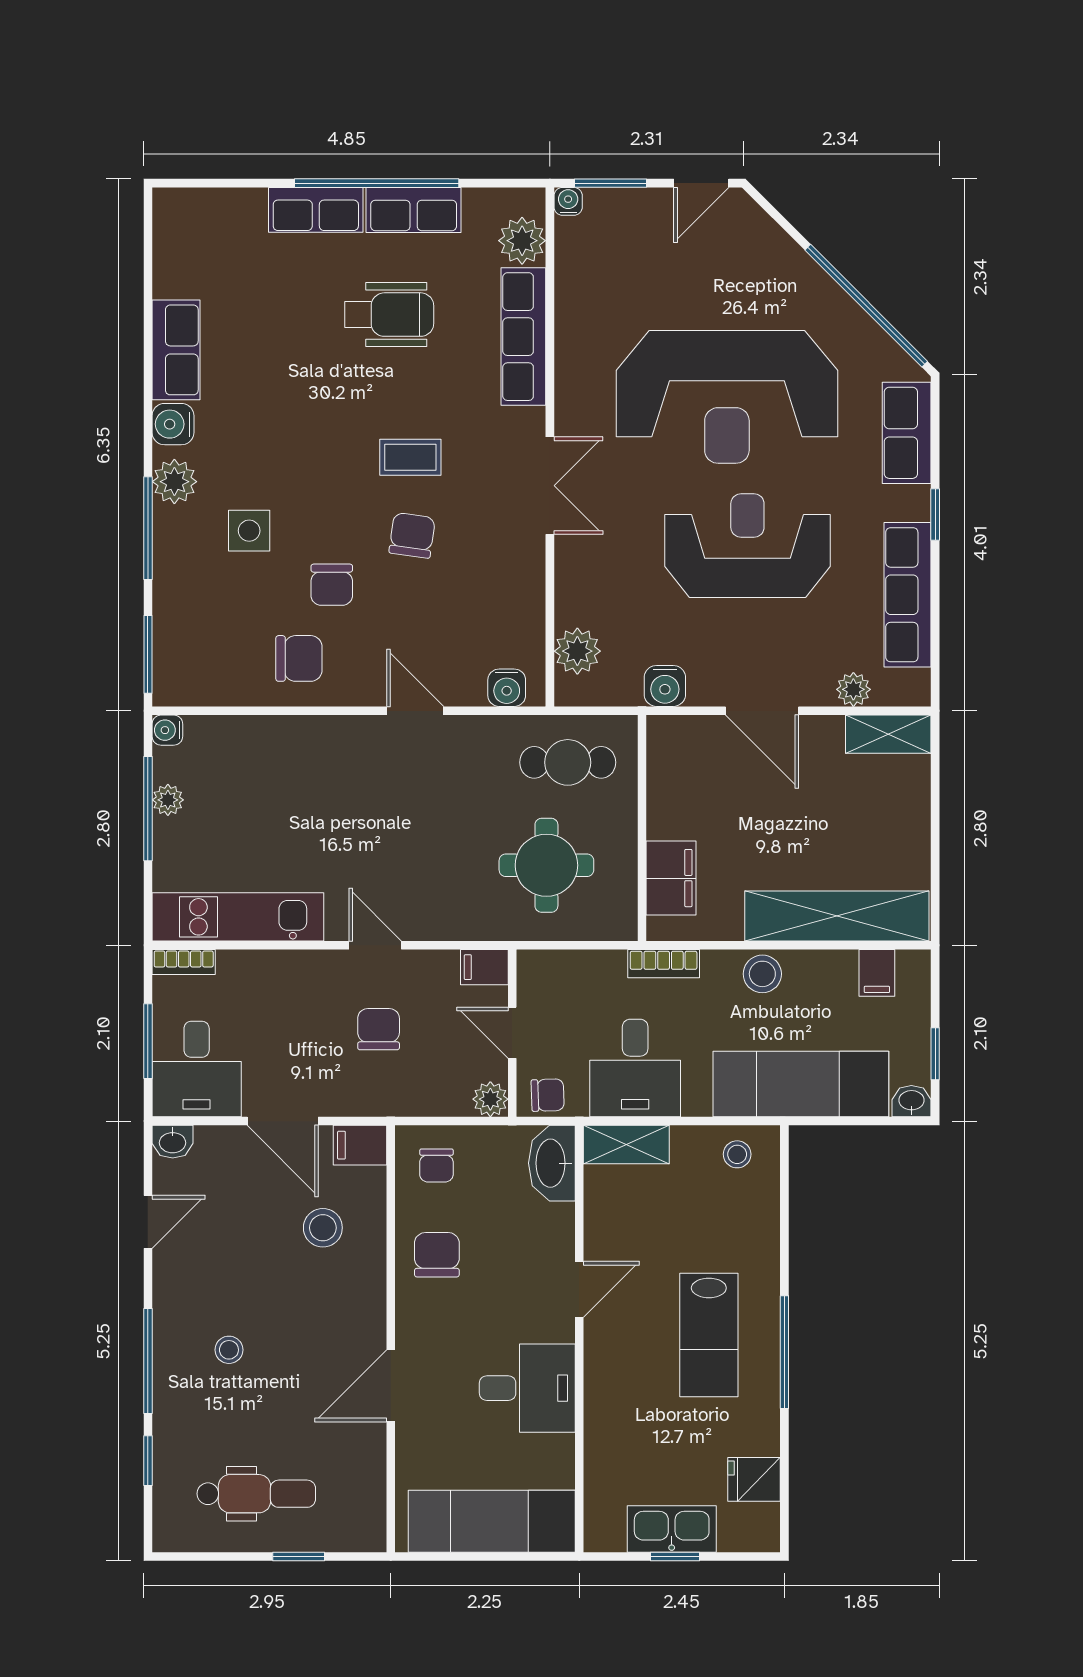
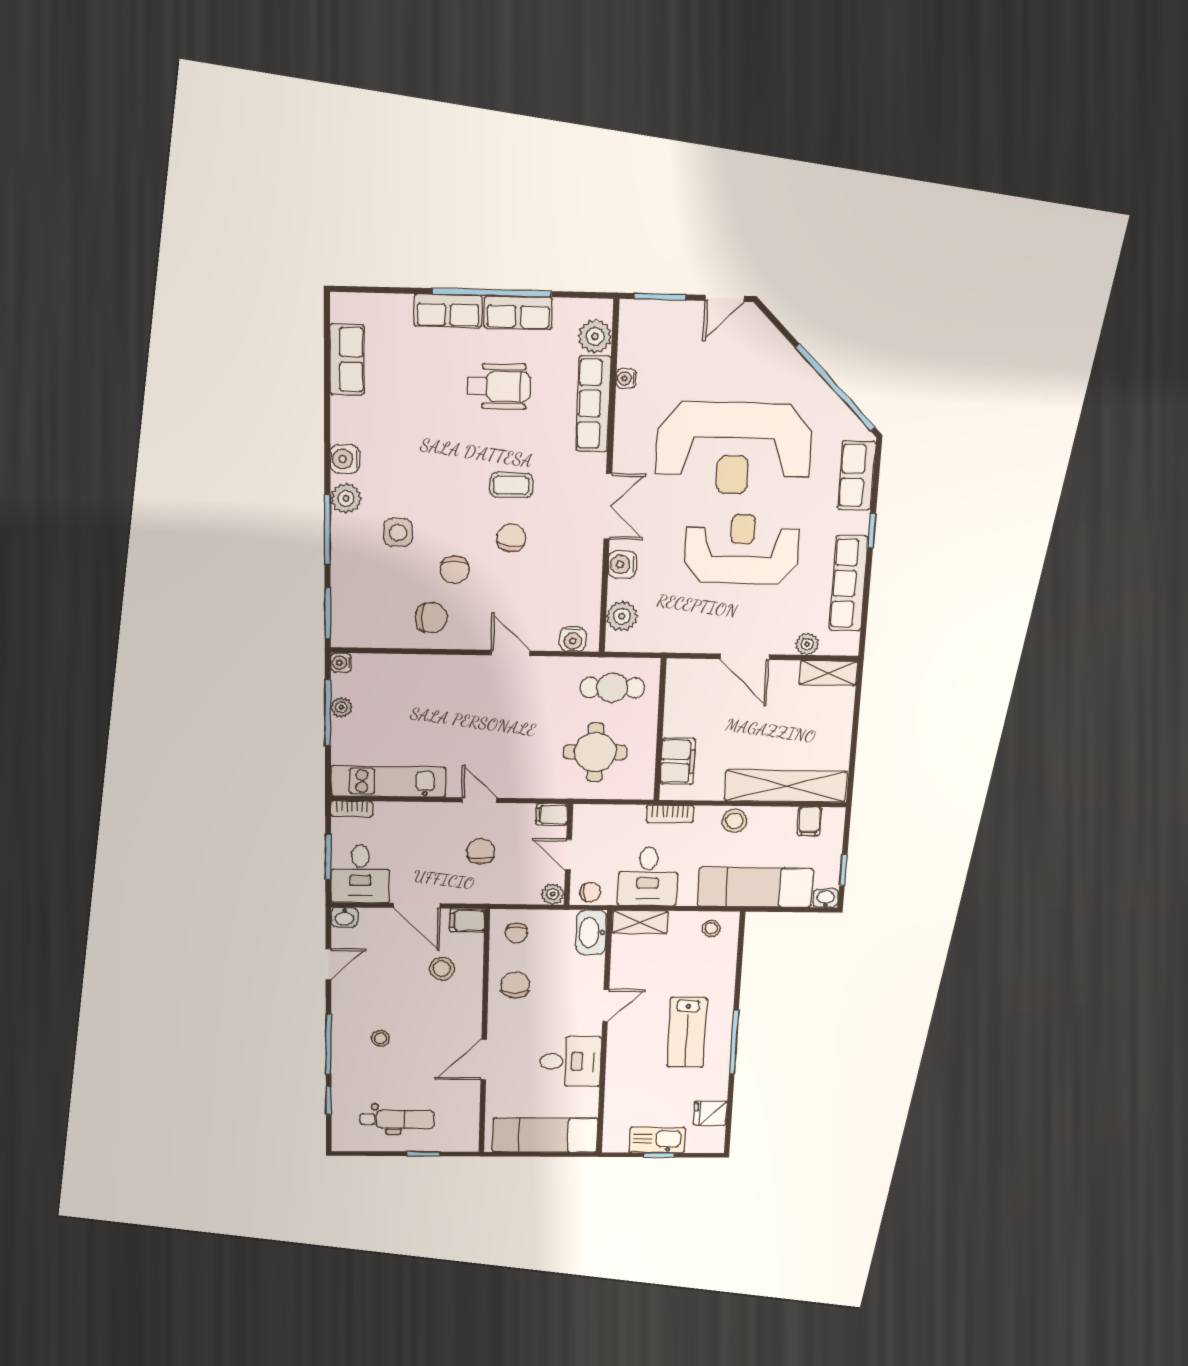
water cooler: (568, 201) -> (626, 378), moved, turned -90
row of seats: (176, 350) -> (347, 359), moved
water cooler: (665, 686) -> (622, 564), moved, turned 90

